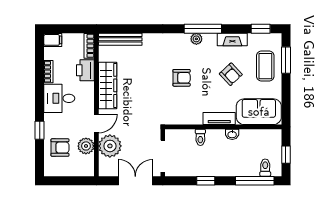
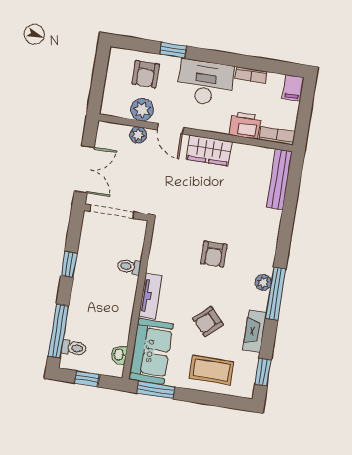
window: (286, 60) -> (156, 390), moved
wardrobe: (108, 85) -> (209, 150), width x0.67
desk: (59, 98) -> (205, 83), width x1.37
washbasin: (232, 134) -> (119, 355), moved
plant: (110, 146) -> (138, 135), width x0.53, depth x0.53

